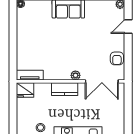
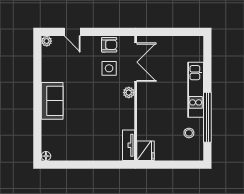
side table: (96, 58) -> (109, 68), added
kitchen counter: (65, 89) -> (144, 105), removed

